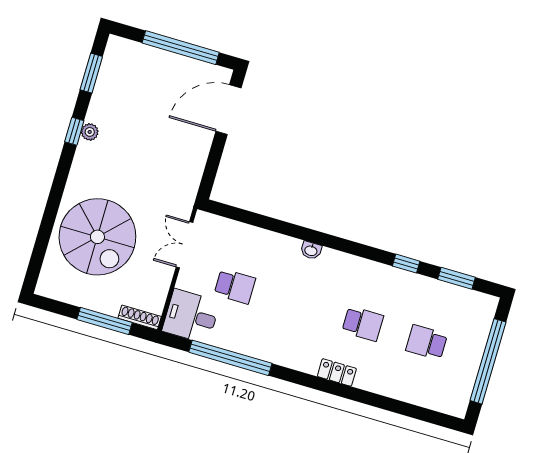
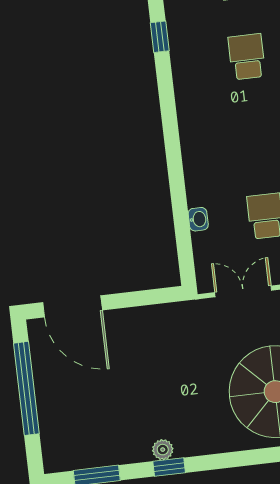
double door: (185, 245) -> (243, 291), swing flipped
washbasin: (311, 250) -> (198, 219), moved

